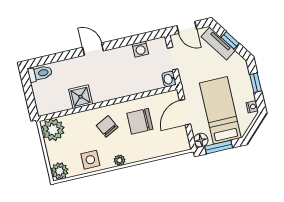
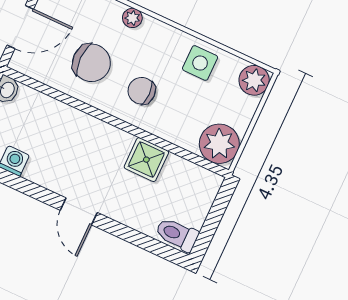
chair: (107, 126) -> (142, 91), turned 117
plant: (120, 160) -> (132, 18), moved

